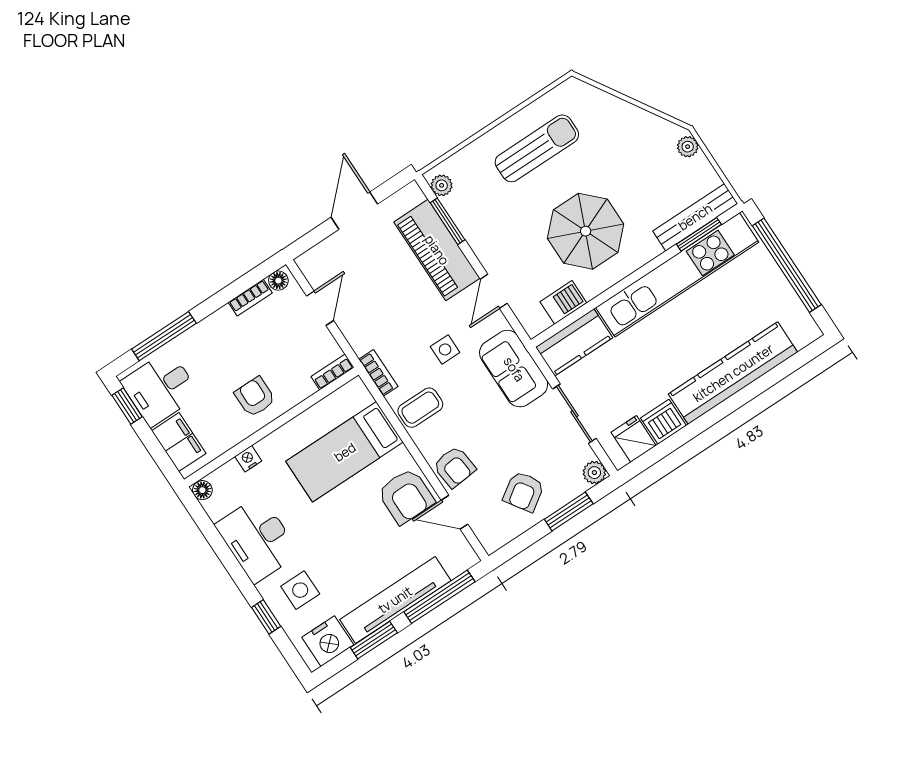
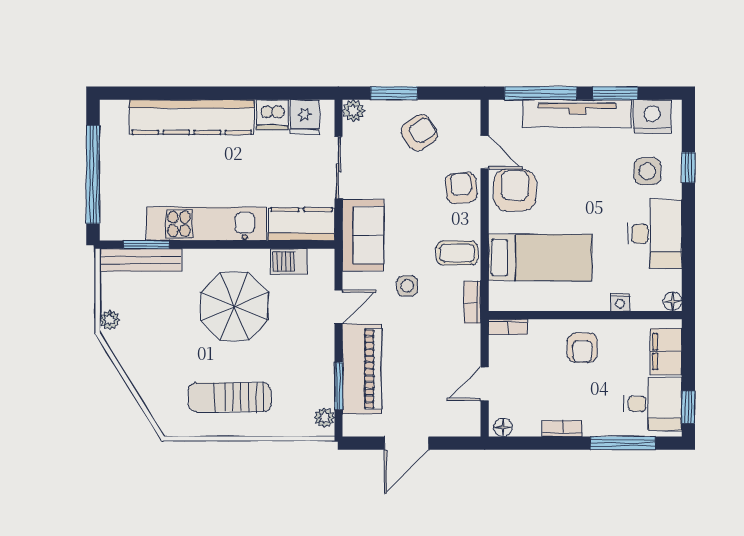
kitchen unit: (677, 275) -> (206, 224), width x0.73
bookcase: (250, 298) -> (562, 429), moved

